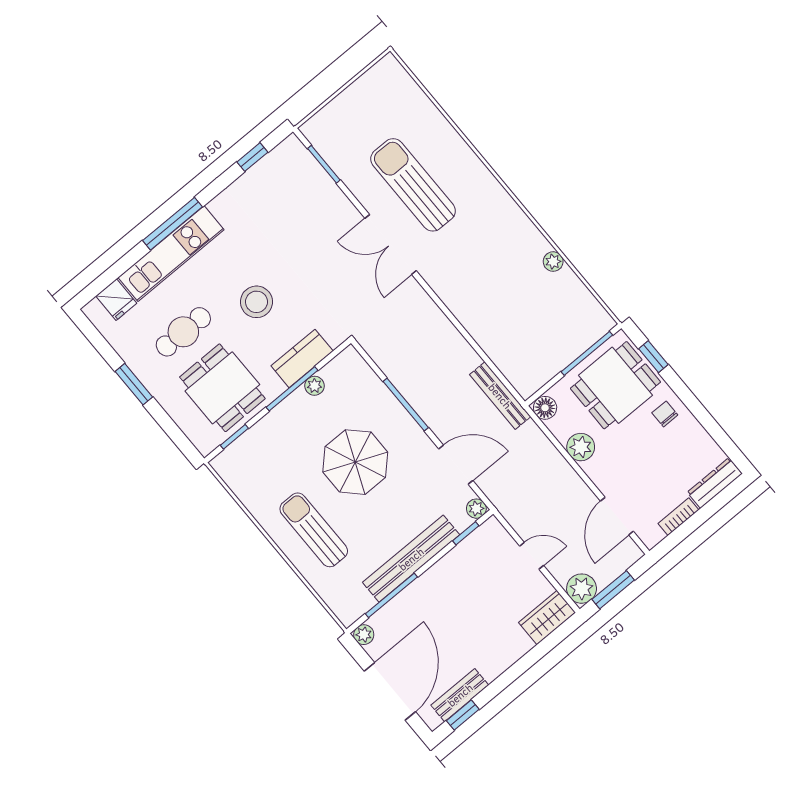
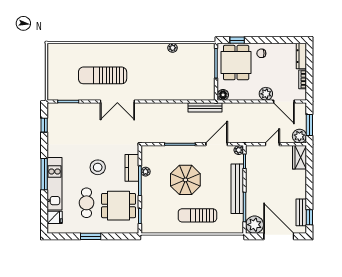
plant: (581, 447) -> (266, 94), moved
plant: (364, 635) -> (255, 225), width x1.87, depth x1.87

